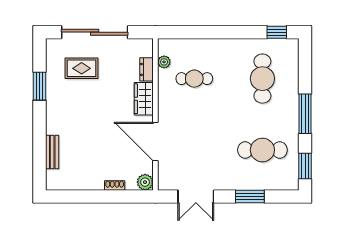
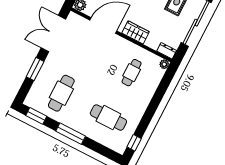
plant: (164, 62) -> (164, 64), moved
dresser: (147, 69) -> (167, 51), moved
double door: (196, 196) -> (53, 33), width x1.37

